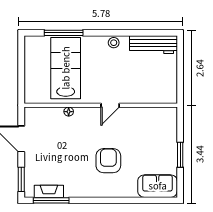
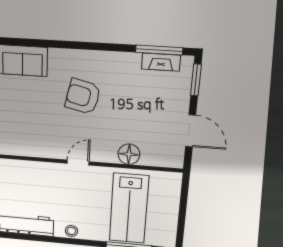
floor lamp: (69, 112) -> (129, 154), width x1.89, depth x1.89
armchair: (108, 161) -> (83, 97), turned 103

